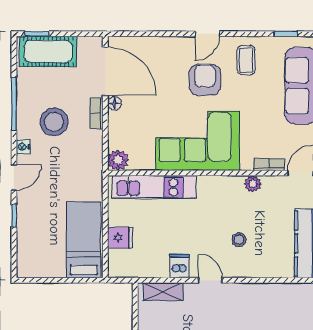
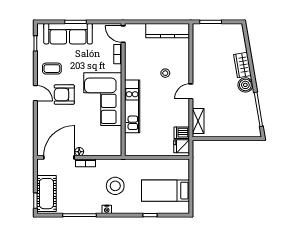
stool: (54, 122) -> (115, 186), moved
plant: (118, 160) -> (115, 149), removed
door: (14, 177) -> (126, 215), removed
plant: (253, 184) -> (130, 64), removed
kitchen unit: (154, 187) -> (132, 106), moved
fridge: (120, 238) -> (182, 146), moved, turned -90
bed: (84, 240) -> (165, 191), moved
dishwasher: (179, 266) -> (182, 133), moved

